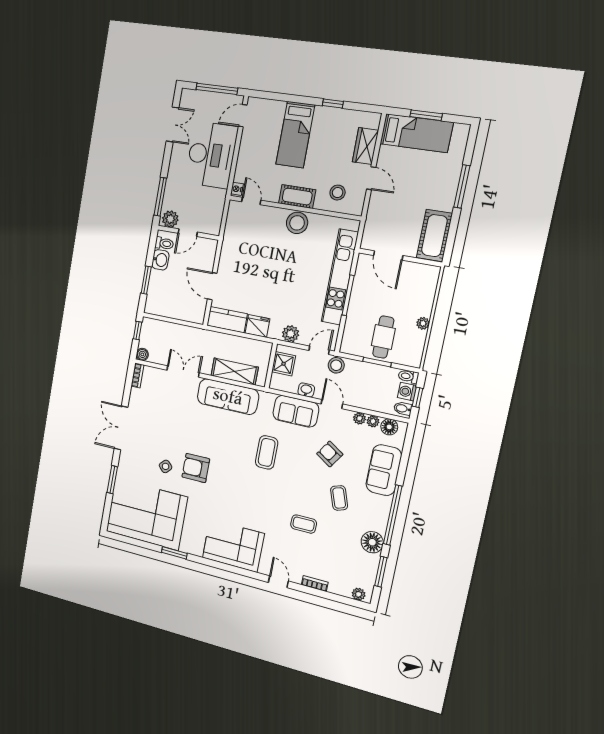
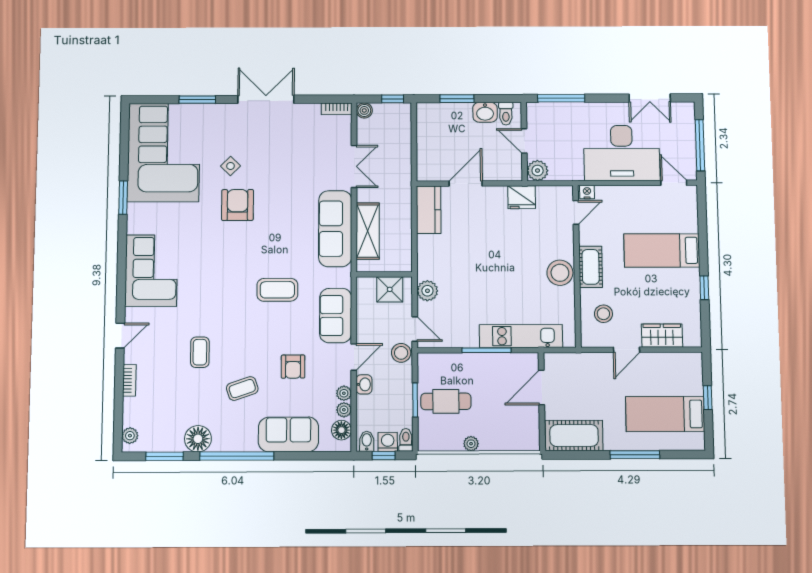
window: (426, 115) -> (708, 398), width x0.67
bed: (416, 133) -> (665, 414), moved, turned 90
plant: (170, 219) -> (538, 171), moved
kitchen unit: (340, 277) -> (521, 336), width x0.73
fridge: (257, 326) -> (522, 197), moved, turned 90
washbasin: (306, 390) -> (364, 384), moved
armchair: (330, 454) -> (293, 367), turned 147

